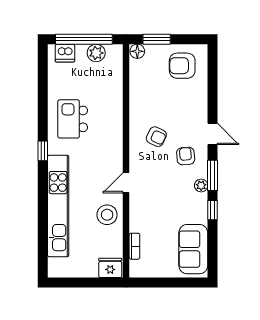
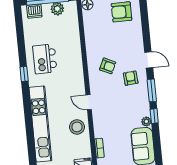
window: (43, 151) -> (24, 74), moved
door: (126, 183) -> (89, 102), hinge flipped
plant: (201, 186) -> (146, 121), moved

